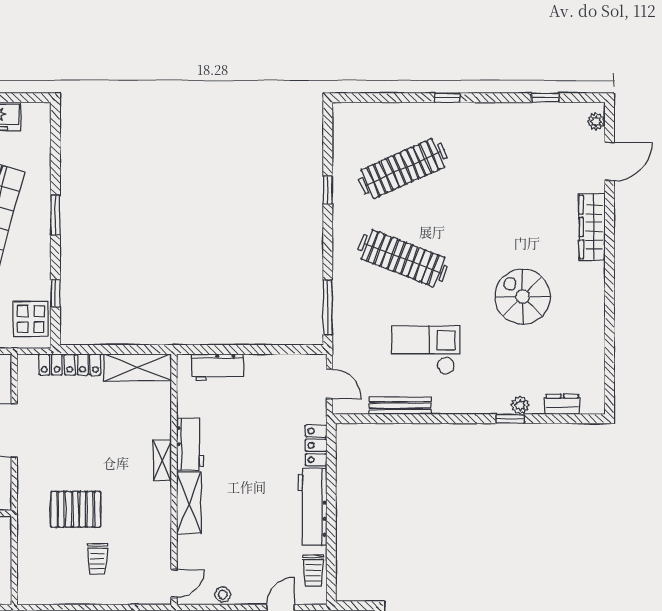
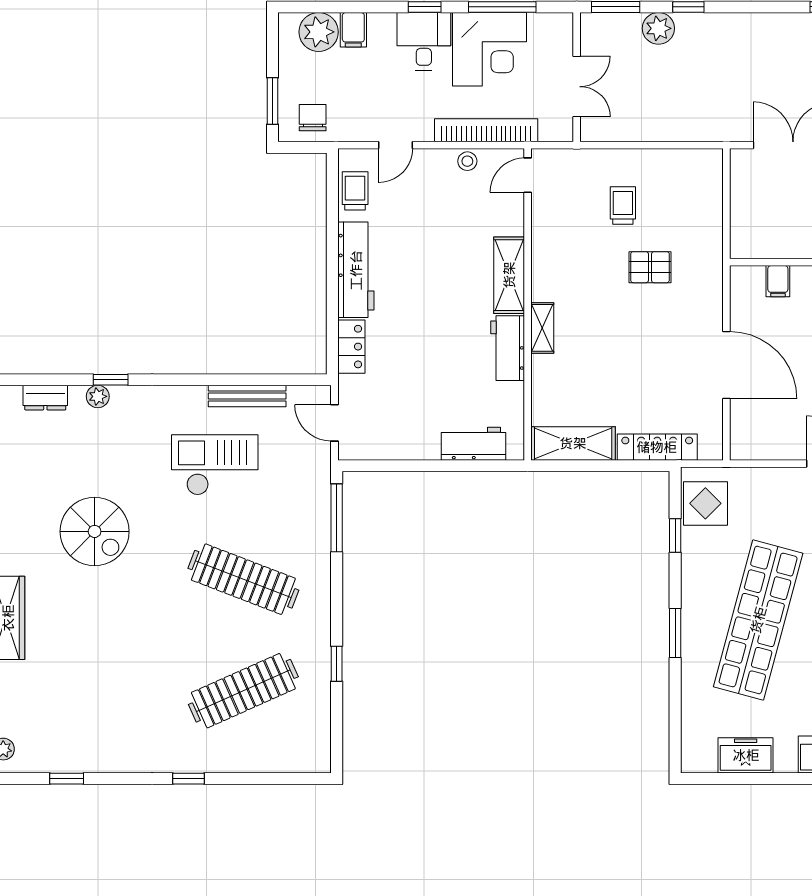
checkout: (426, 350) -> (215, 465), turned 180
pallet: (76, 509) -> (650, 267), width x0.67, depth x0.71

